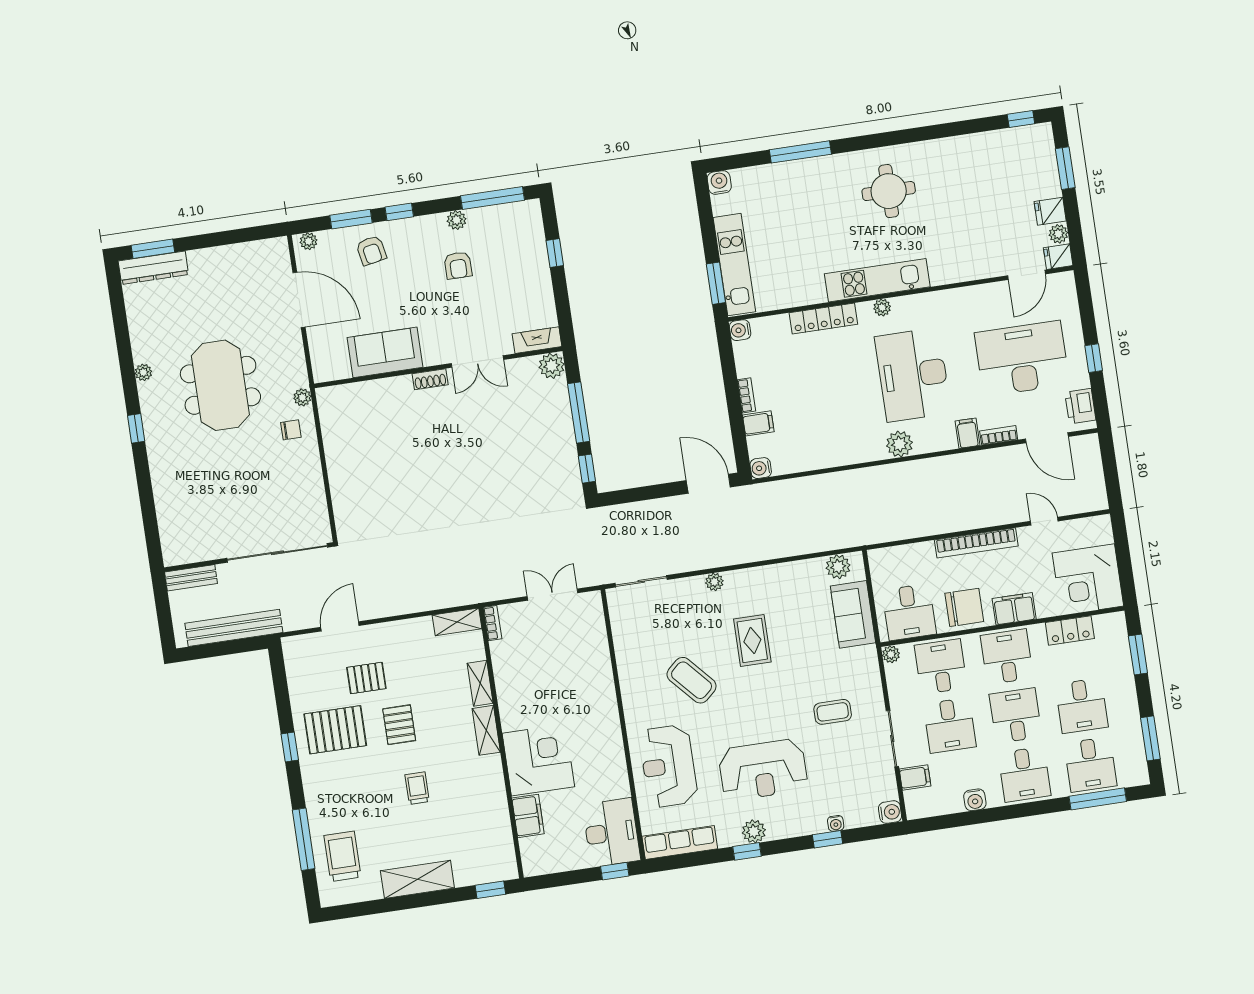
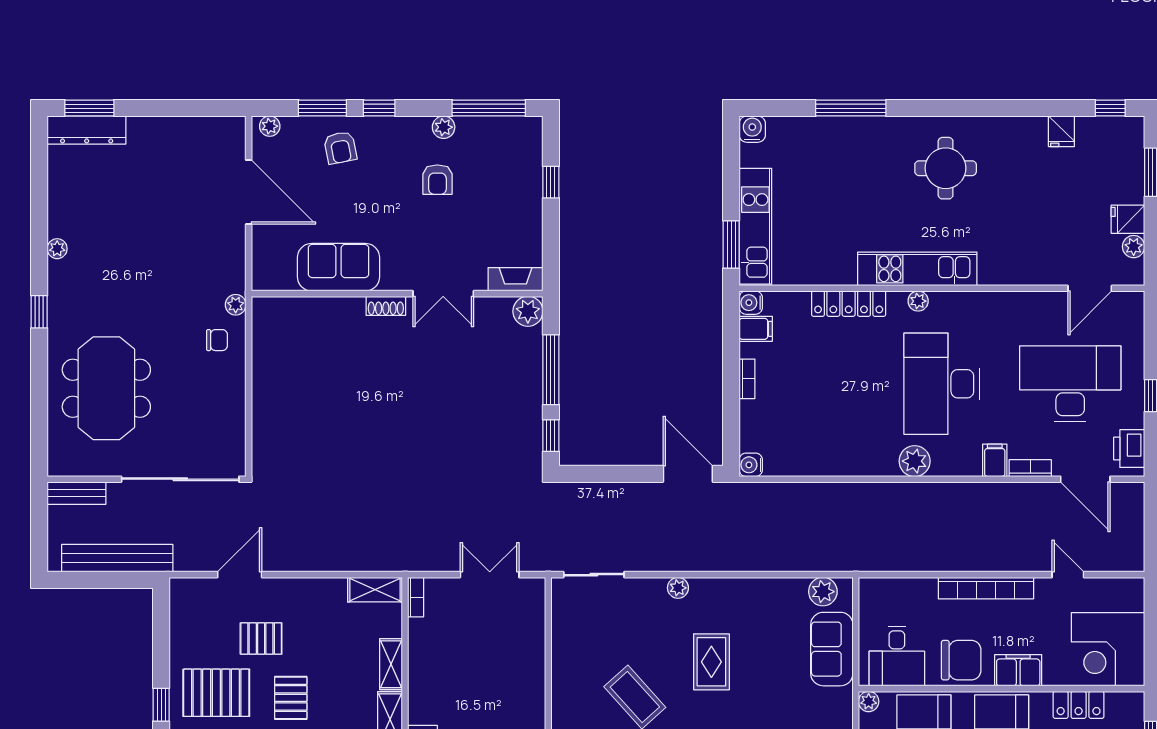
fridge: (1058, 257) -> (1061, 131), moved, turned -90
meeting table: (220, 385) -> (106, 388), moved
filing cabinet: (758, 423) -> (756, 329), moved

